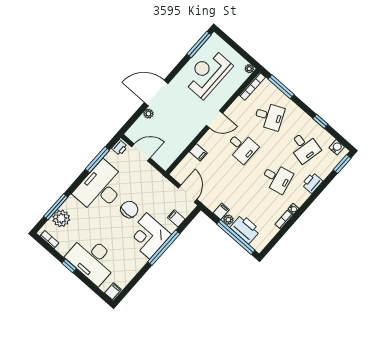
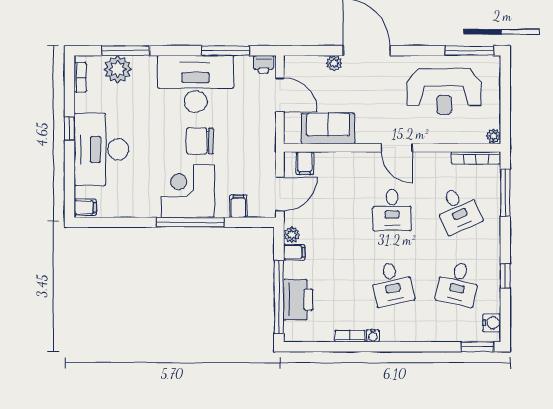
reception desk: (208, 73) -> (444, 92), turned 180
sofa: (177, 144) -> (328, 129), added
filing cabinet: (198, 152) -> (305, 163), moved
printer: (312, 183) -> (424, 331), removed
chair: (129, 209) -> (200, 141), turned 180
plant: (228, 220) -> (292, 235), moved

